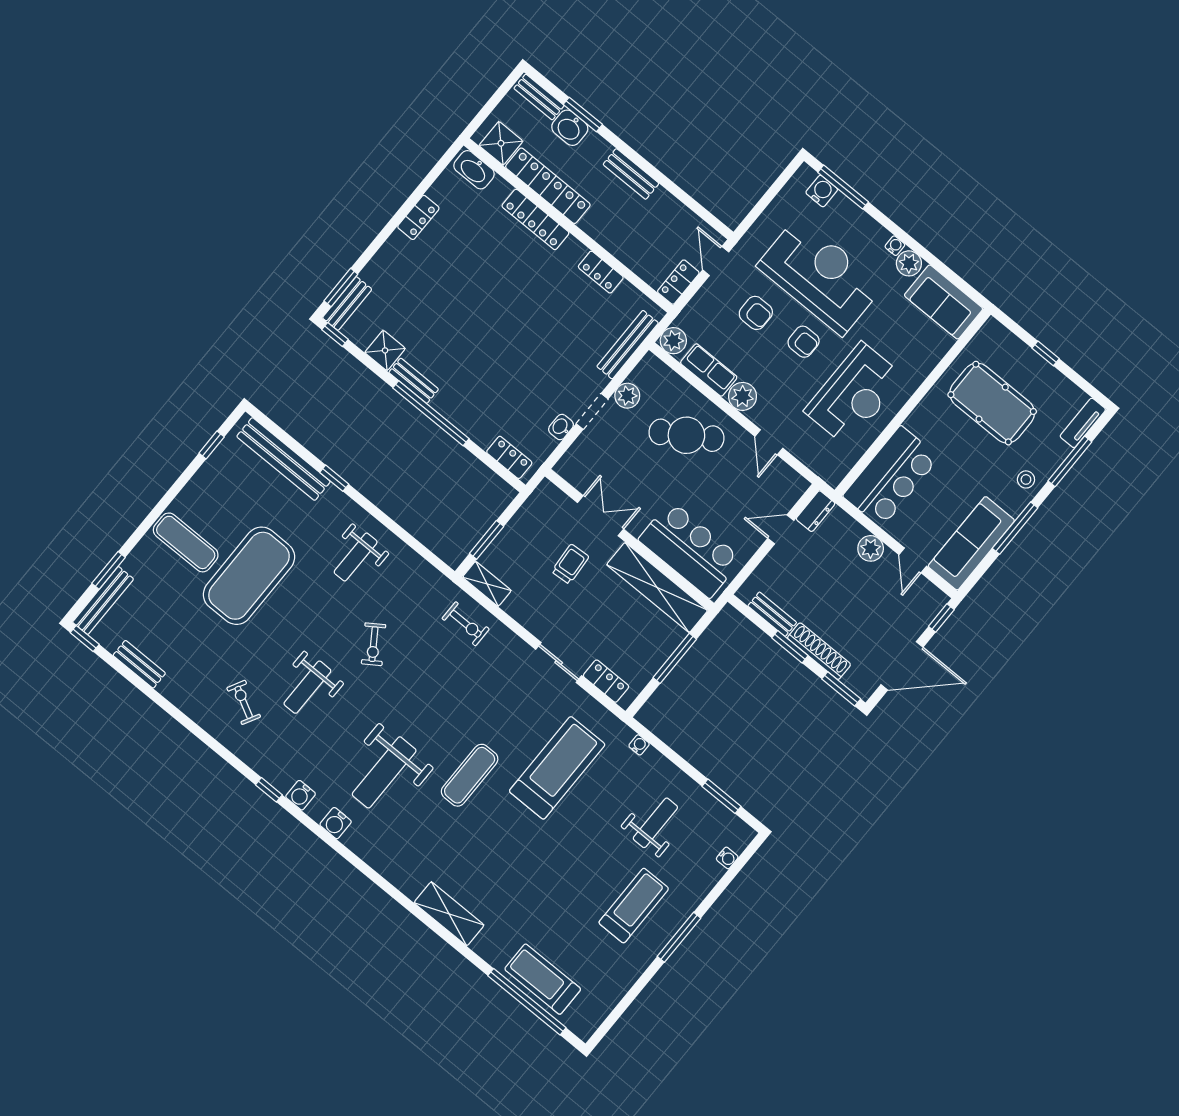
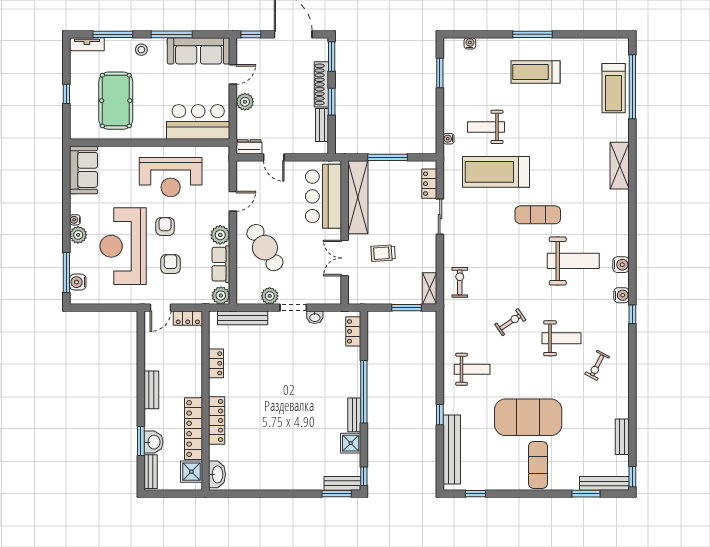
locker: (418, 217) -> (266, 483), removed
plant: (909, 263) -> (78, 235), moved
reception desk: (854, 394) -> (171, 177), turned 180
weight bench: (655, 823) -> (486, 127), moved

